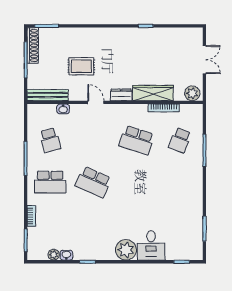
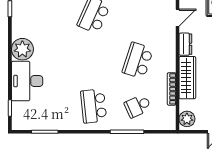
school desk: (180, 140) -> (138, 106), turned -45
school desk: (180, 182) -> (94, 106), added
desk: (151, 245) -> (27, 81), width x1.37

